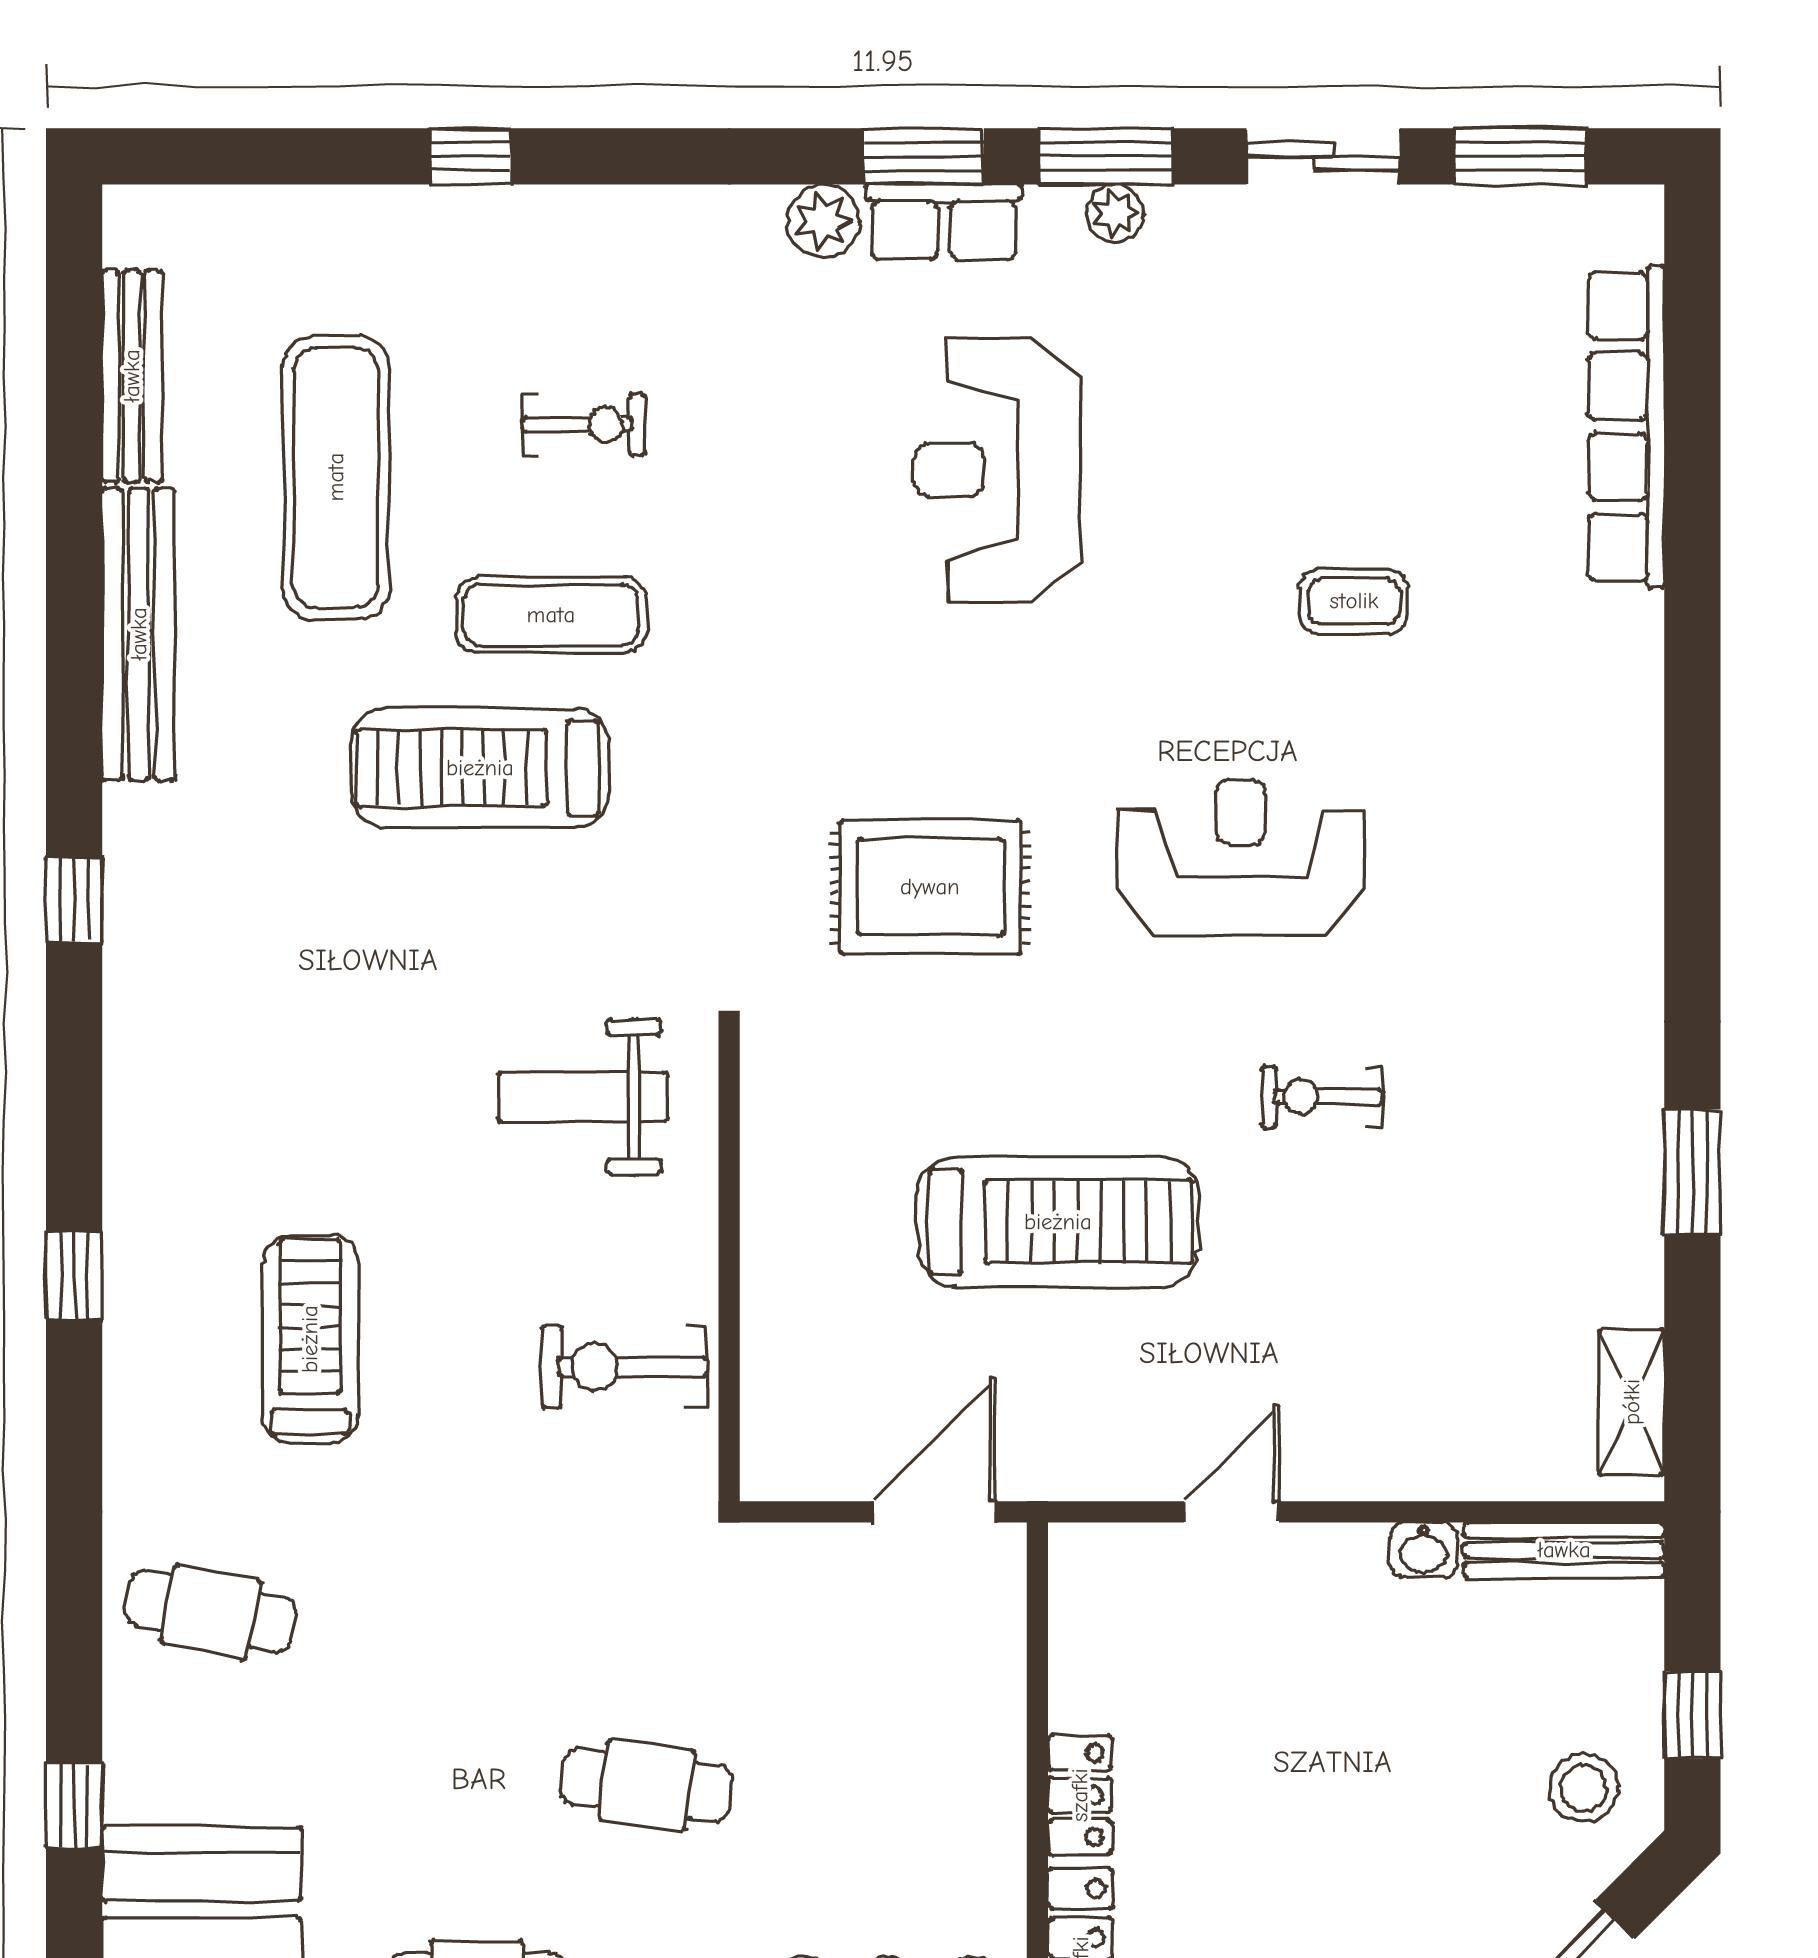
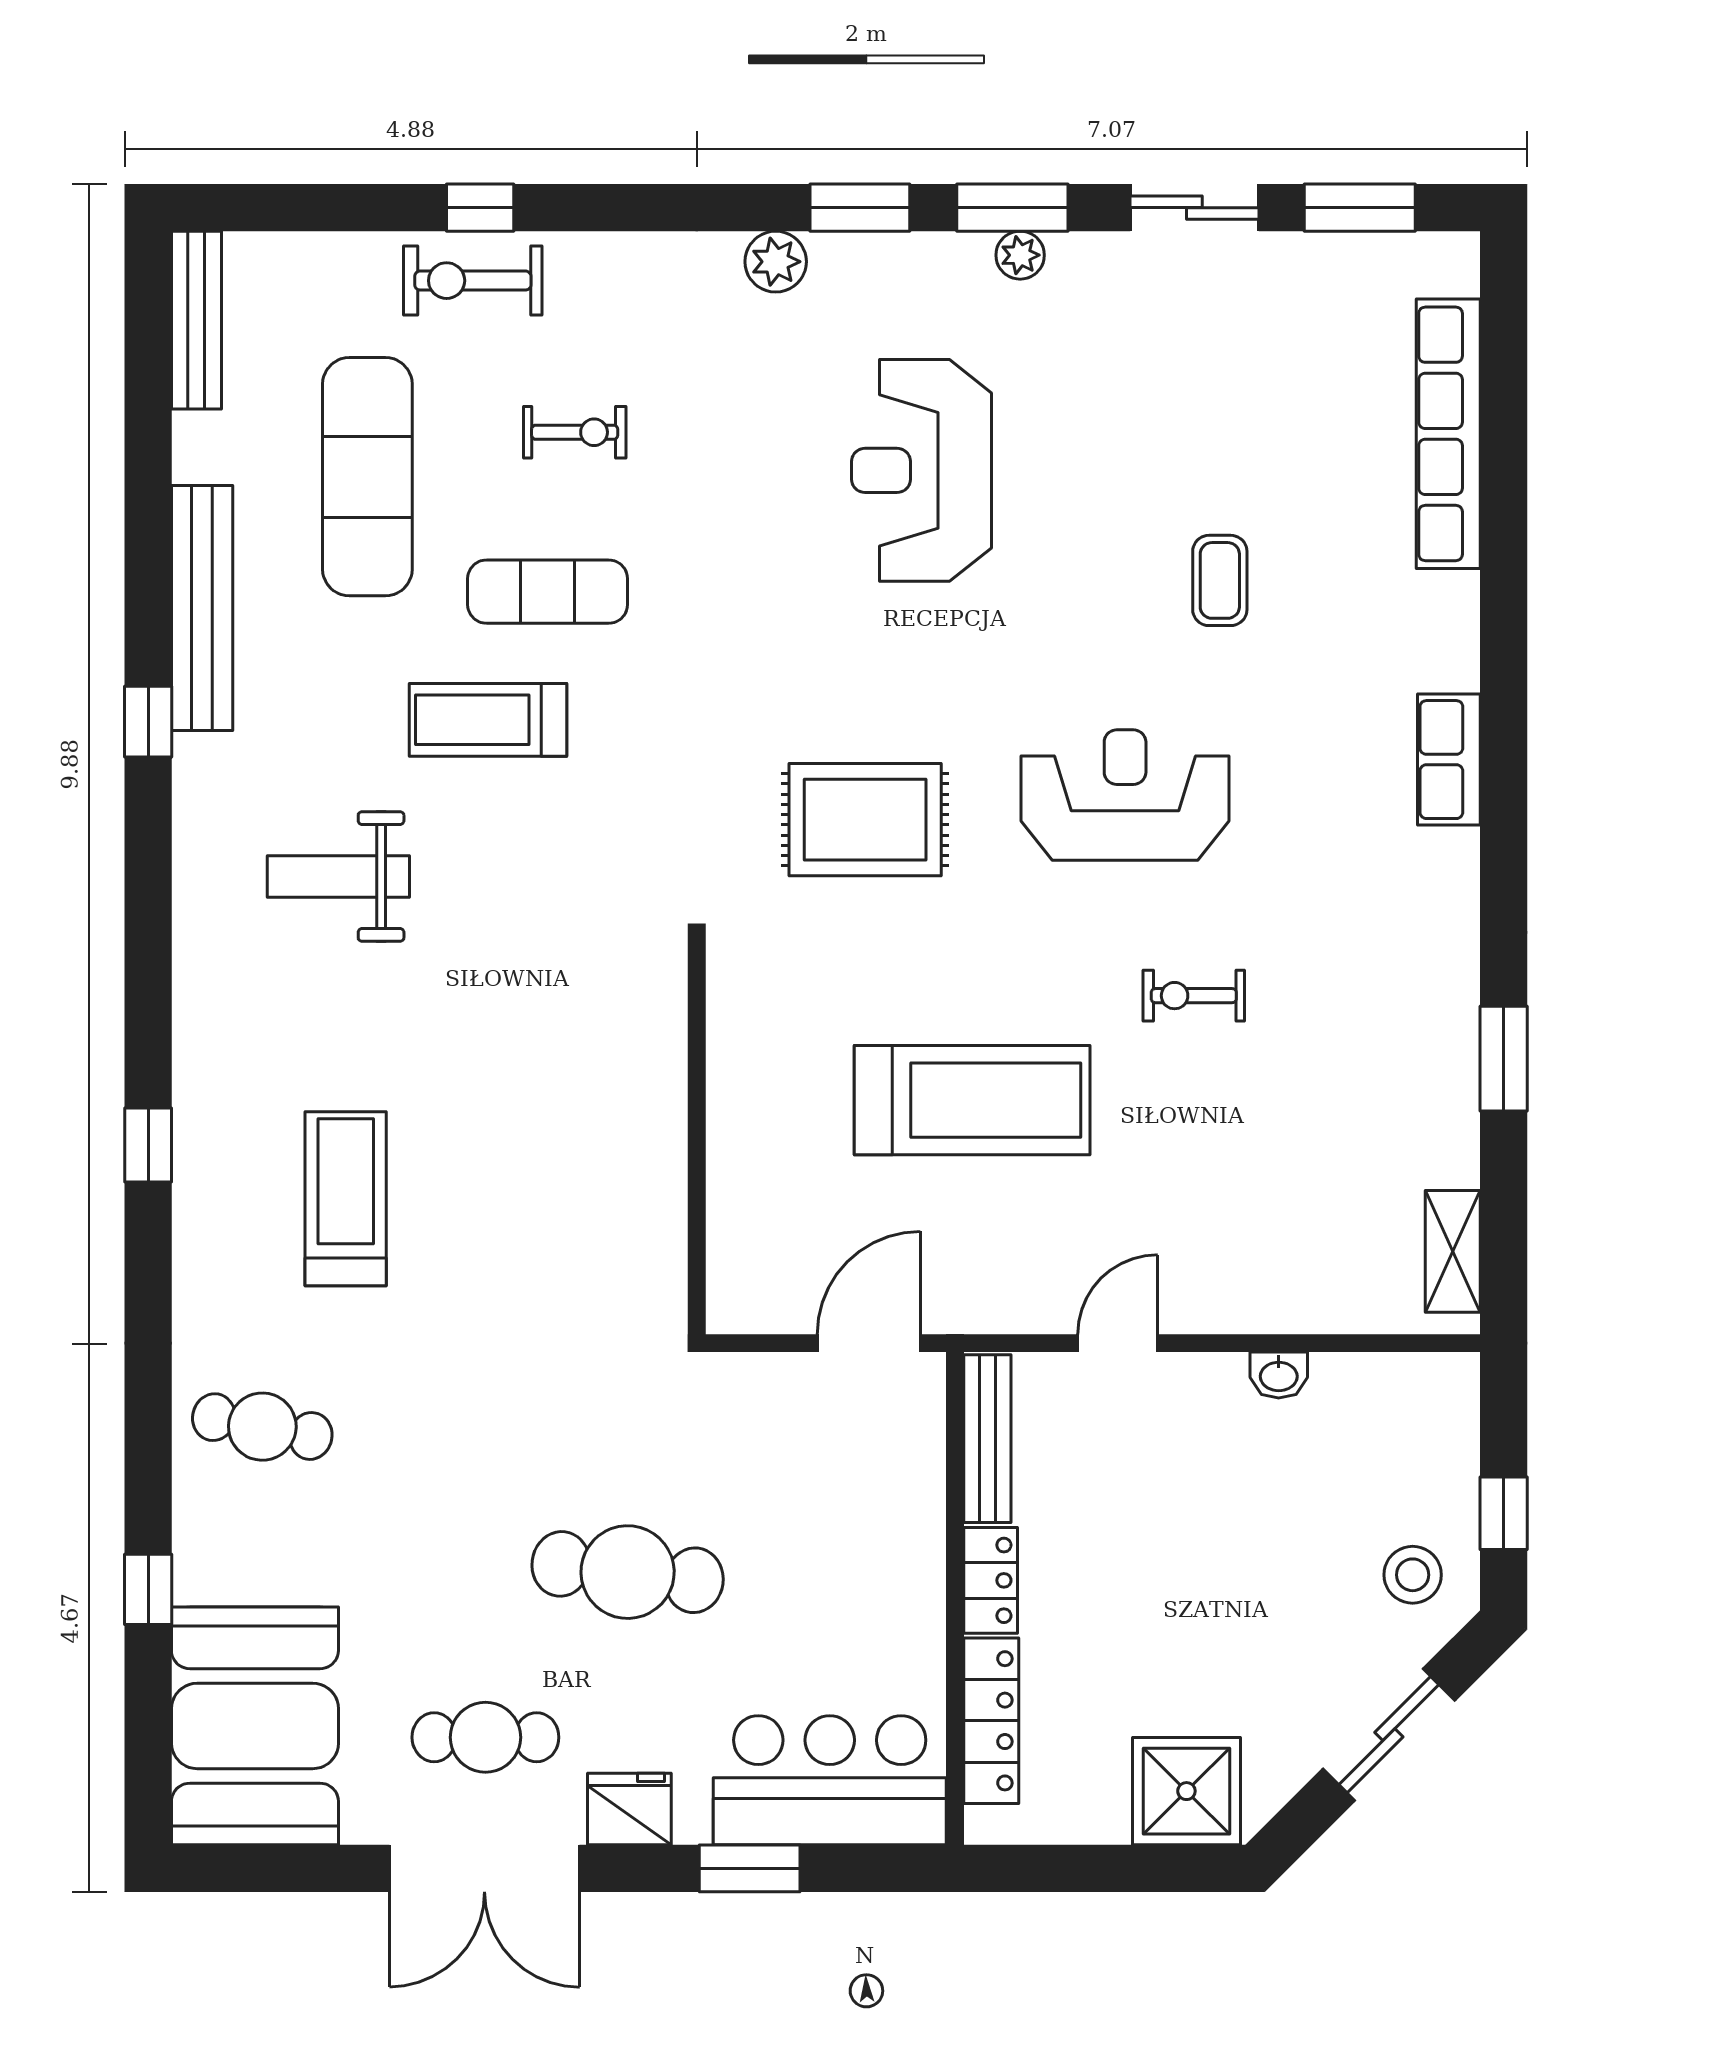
row of seats: (944, 222) -> (1449, 760), moved, turned 90
bench: (132, 376) -> (196, 320), moved
coffee table: (1354, 601) -> (1220, 580), turned 90
treadmill: (480, 768) -> (488, 720), width x0.73, depth x0.73
window: (74, 900) -> (148, 722), moved
weight bench: (583, 1097) -> (338, 876), moved
exercise bike: (624, 1367) -> (473, 281), moved
bench: (1564, 1550) -> (987, 1439), moved, turned 90
cafe table: (647, 1785) -> (628, 1572), width x1.37, depth x1.35

